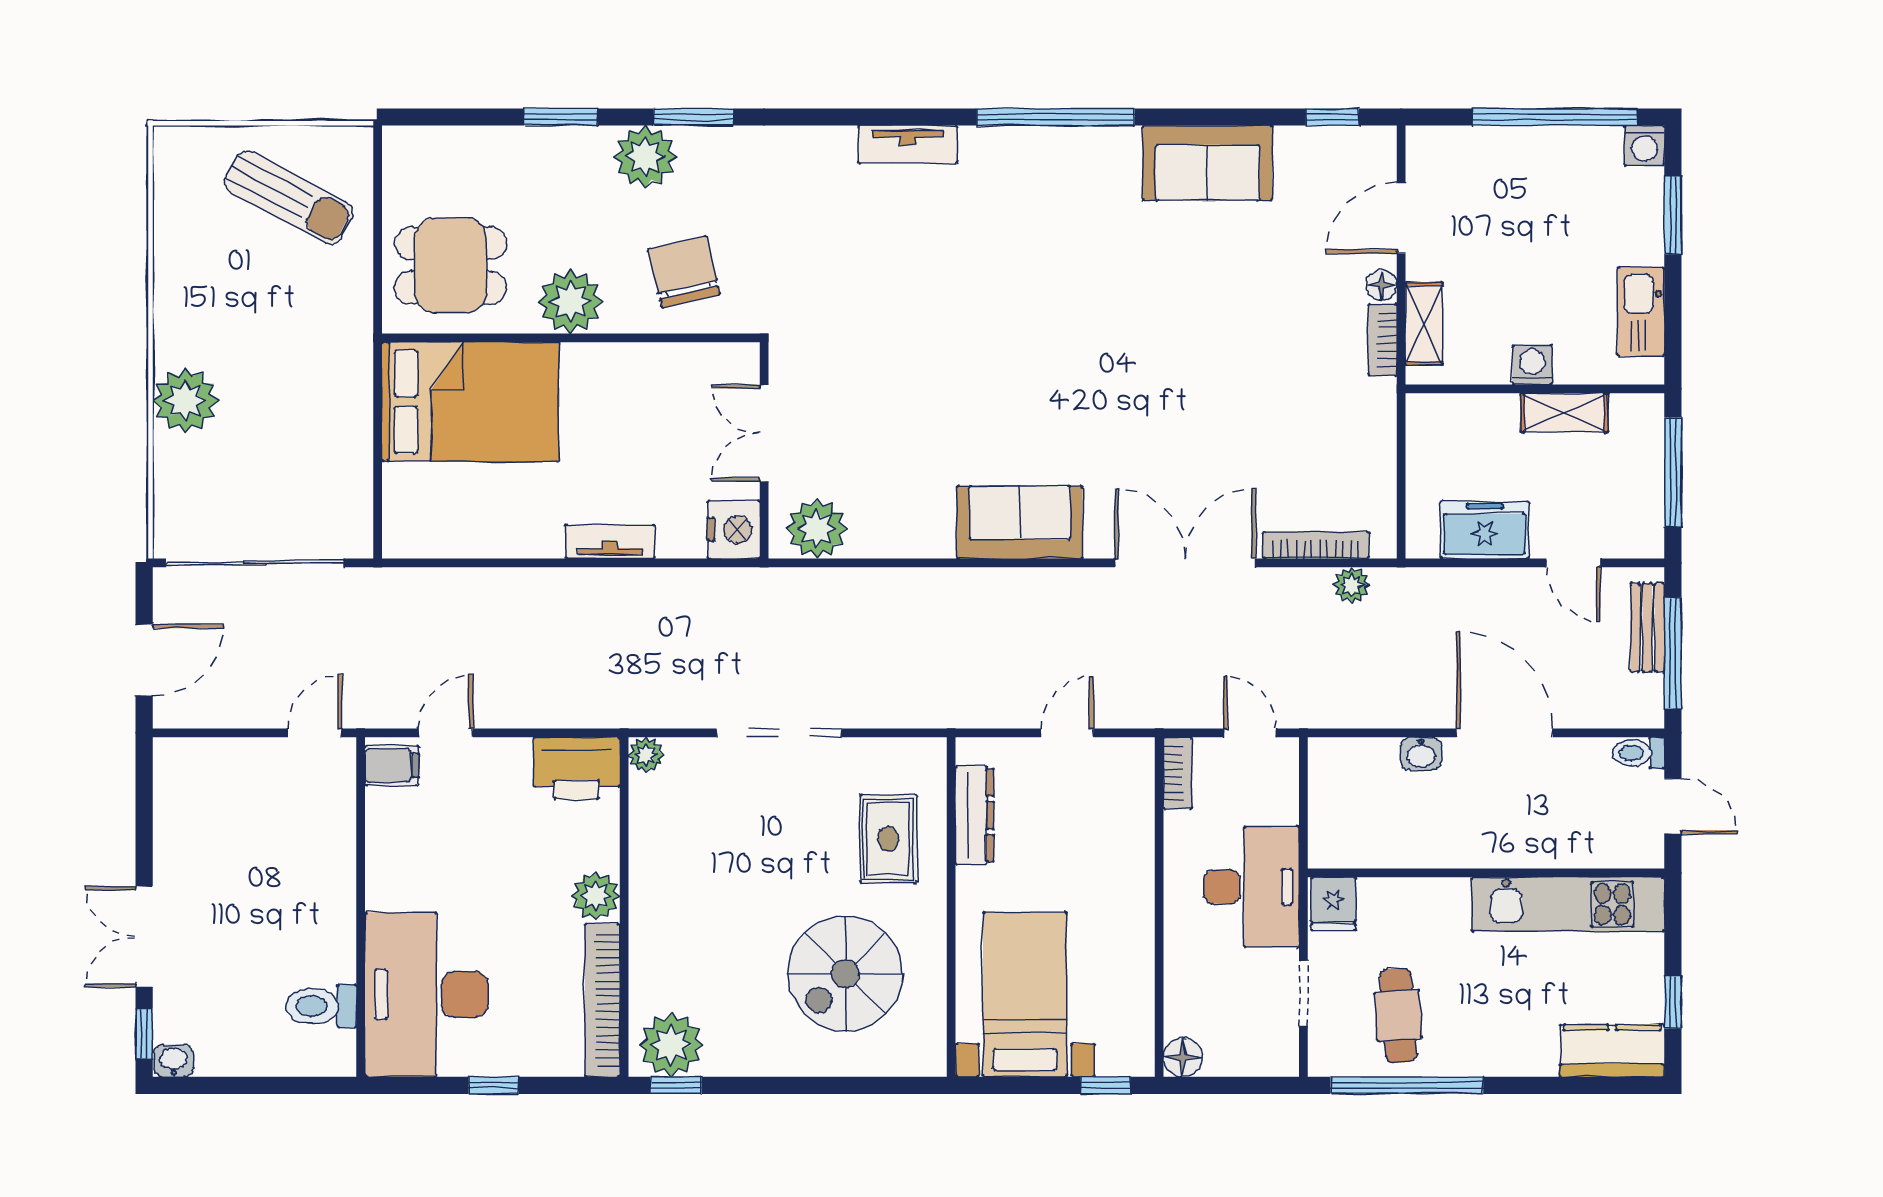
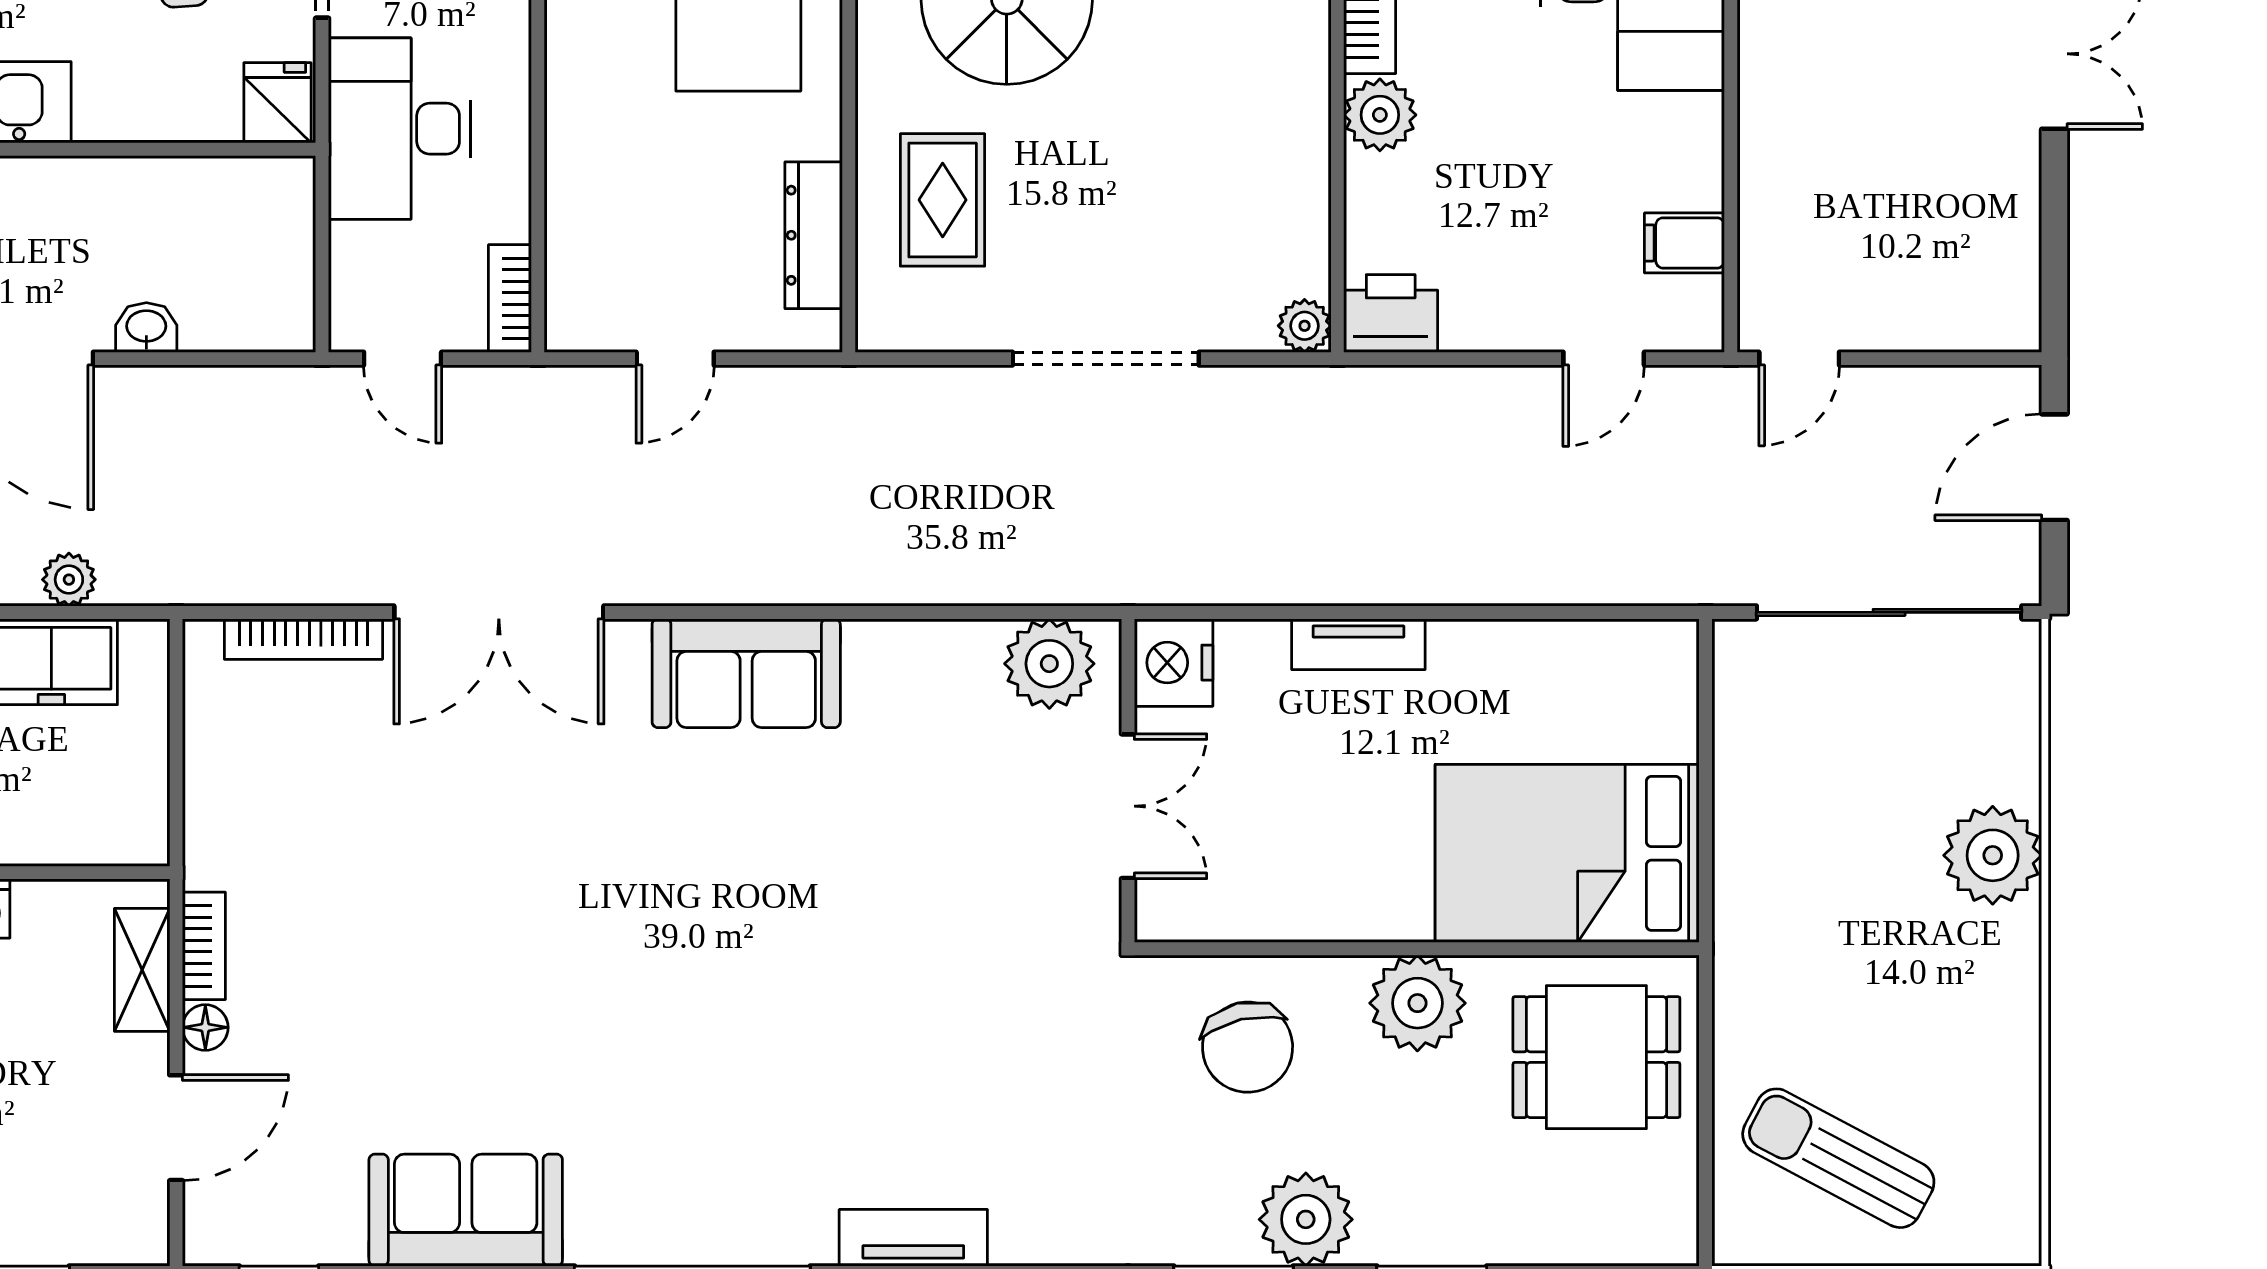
plant: (1352, 585) -> (69, 580), moved
filing cabinet: (392, 766) -> (1684, 243), moved
printer: (577, 768) -> (1391, 313), width x0.73, depth x0.84

